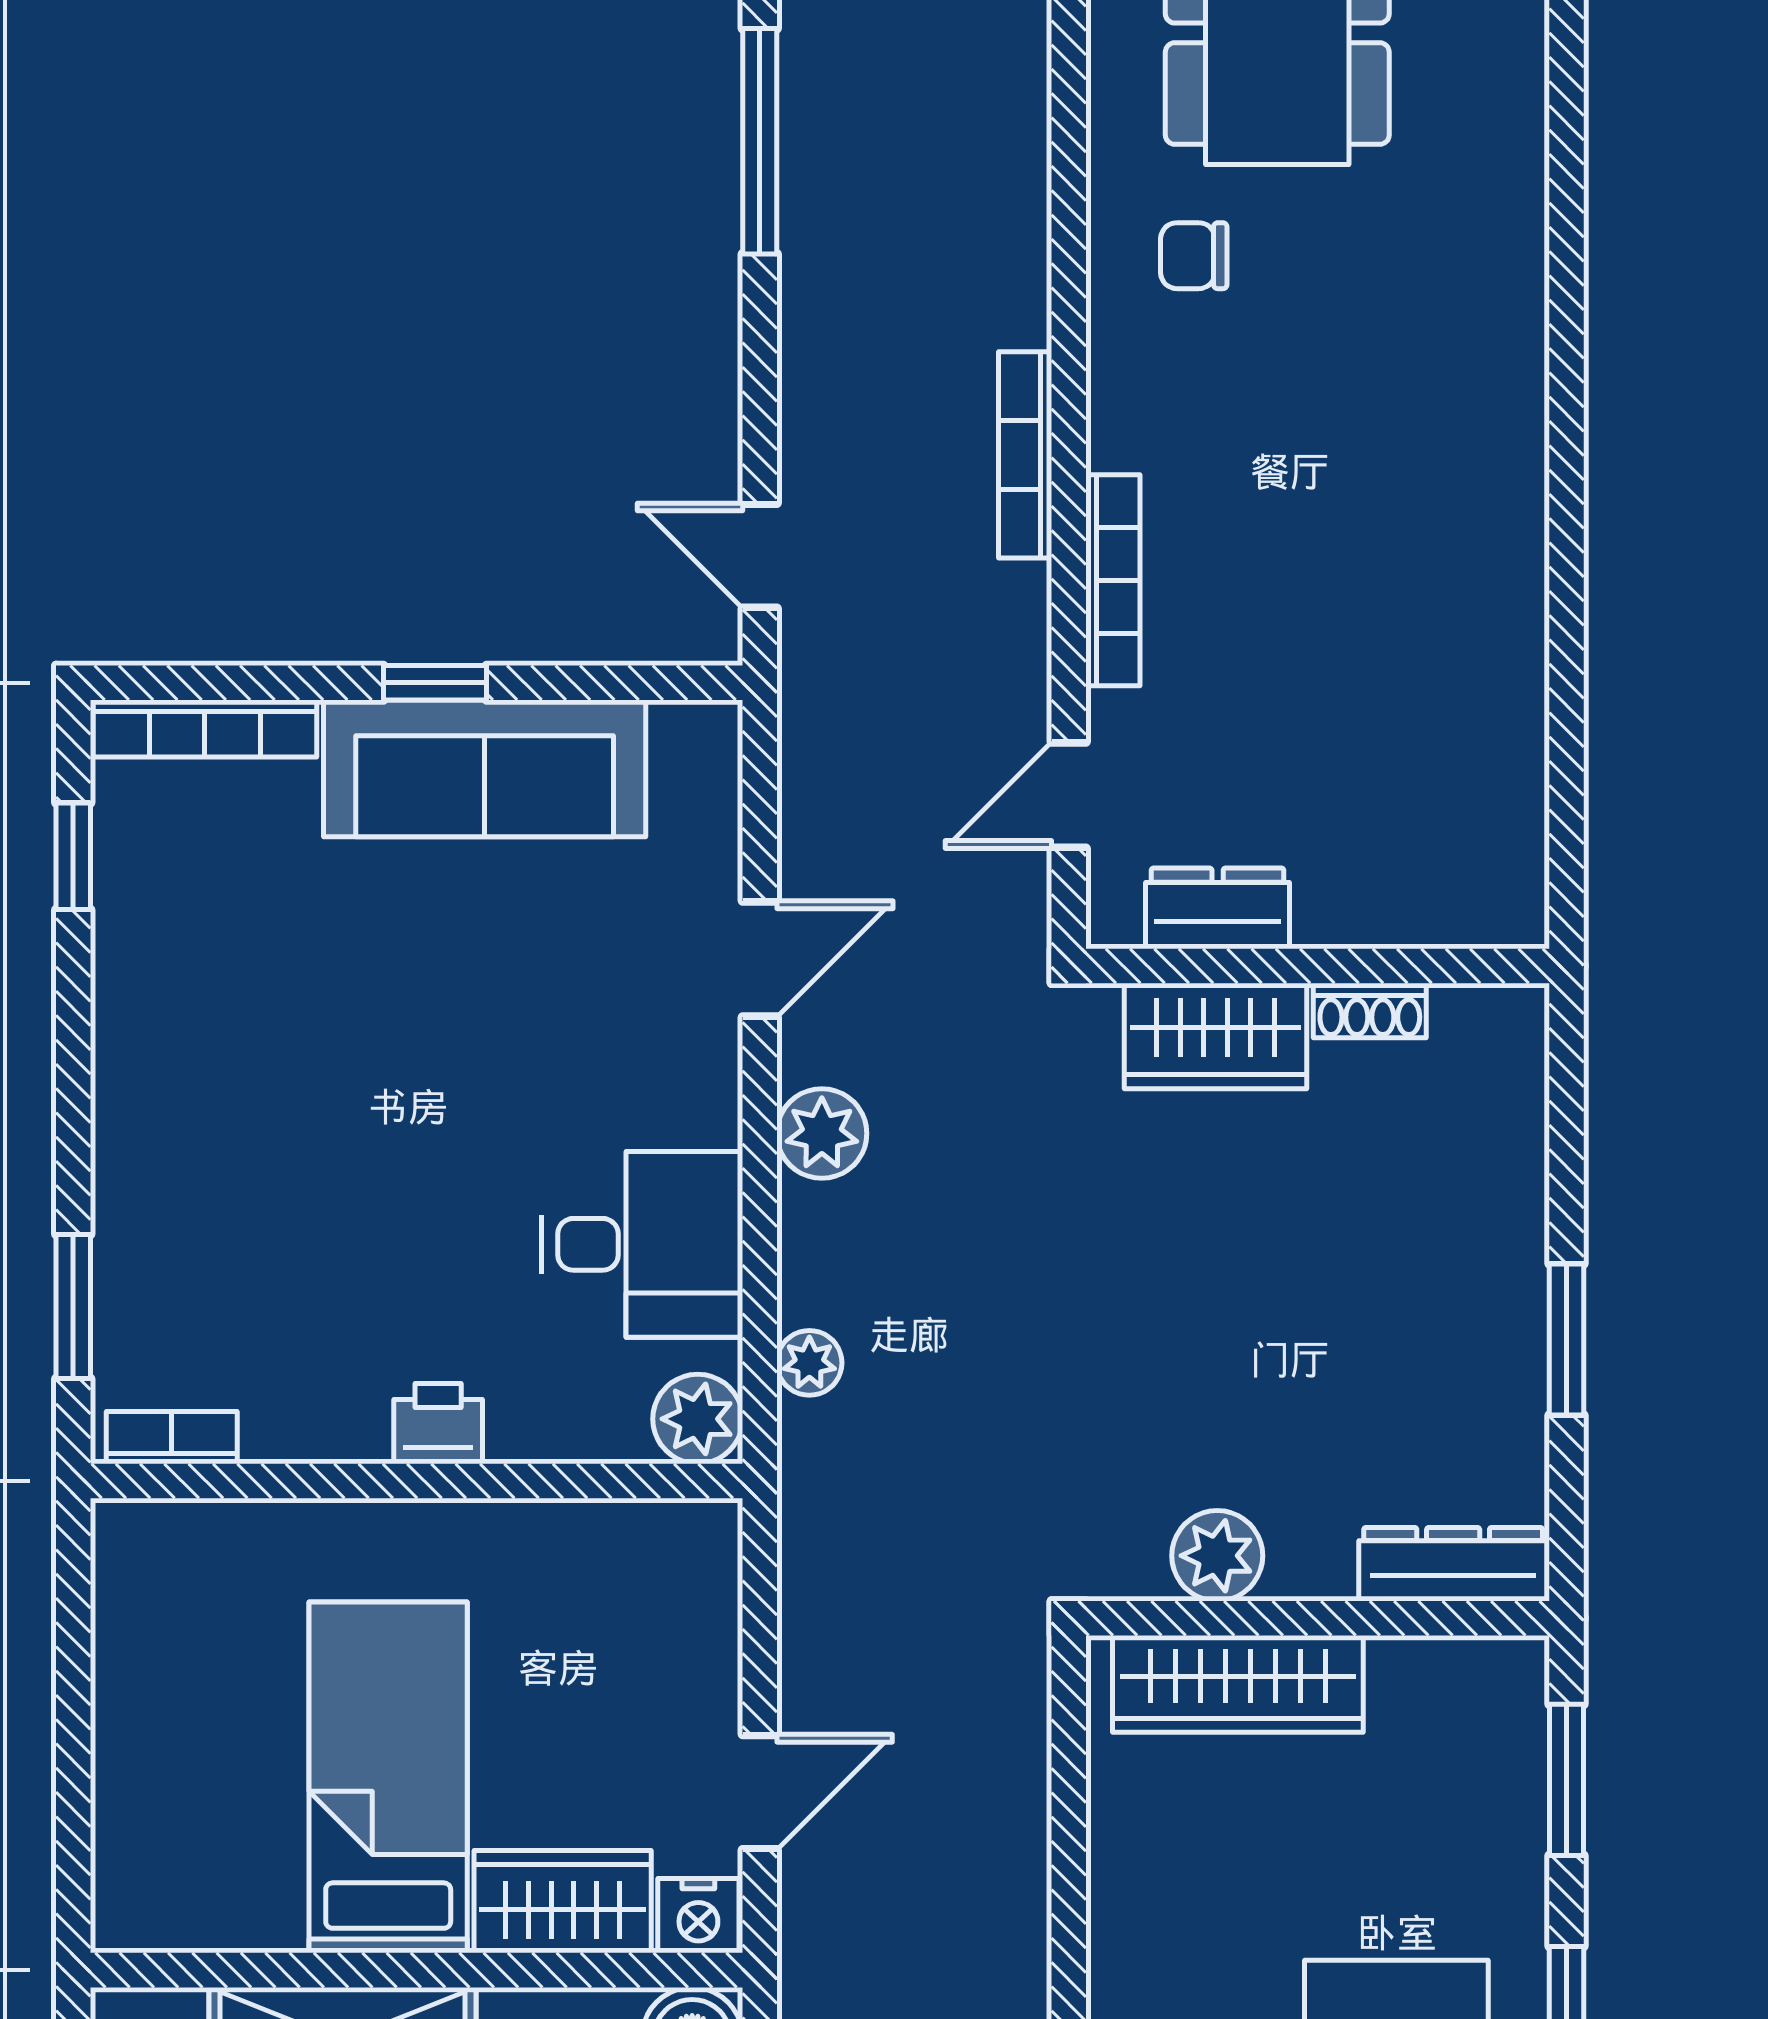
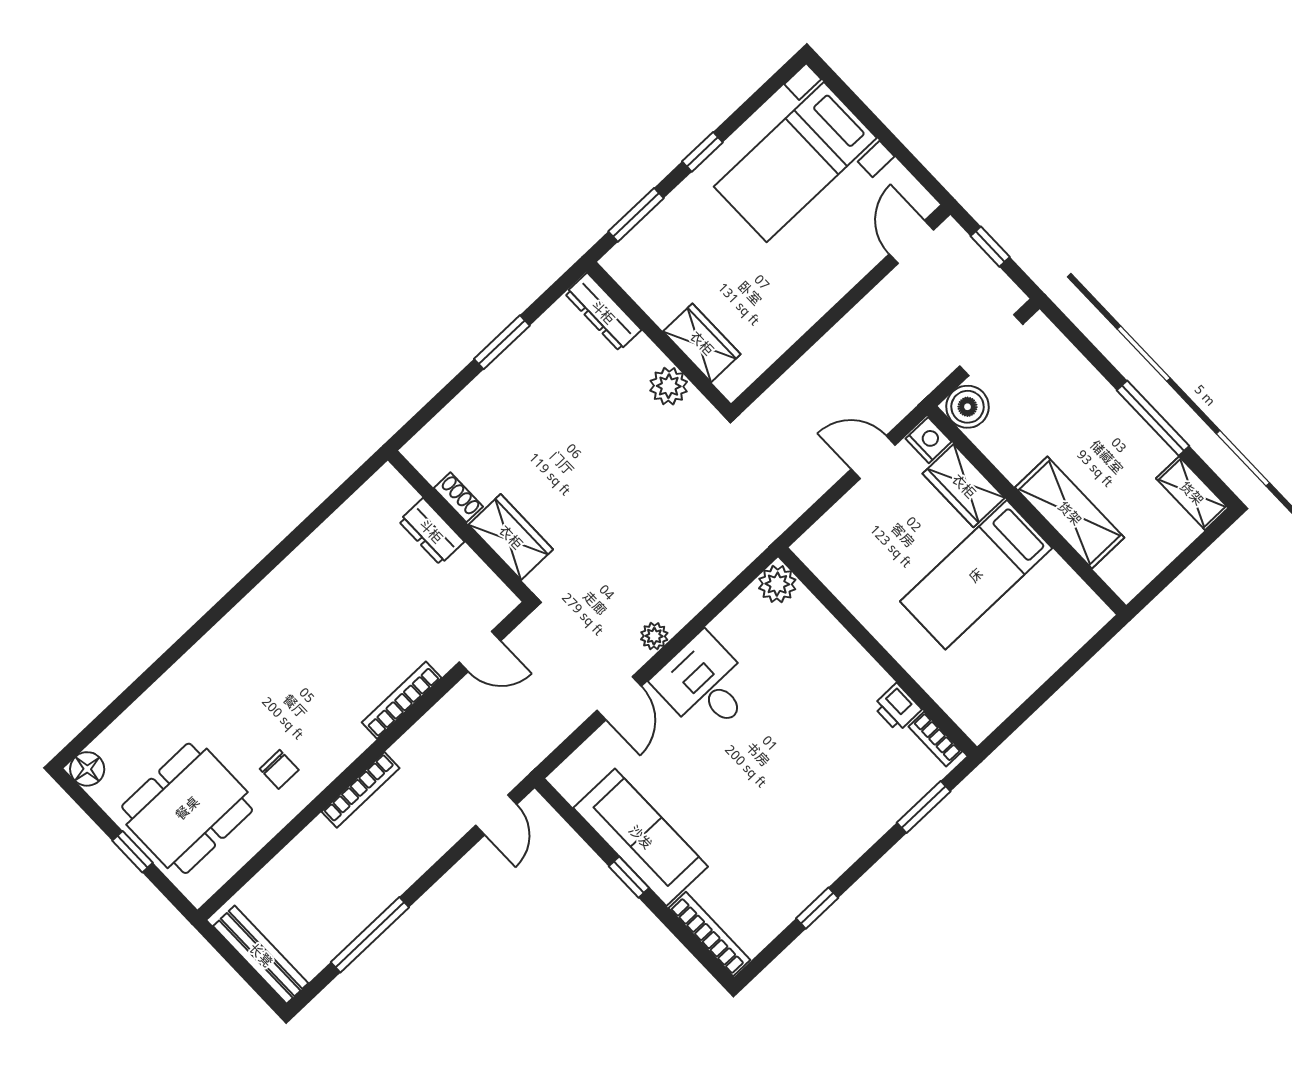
bookcase: (1025, 455) -> (361, 790), moved
window: (73, 856) -> (817, 908), moved
dresser: (1218, 908) -> (431, 531), moved
door: (760, 959) -> (619, 698), swing flipped
plant: (822, 1133) -> (654, 636), width x0.73, depth x0.73
desk: (642, 1244) -> (705, 685), moved
plant: (809, 1363) -> (728, 566), removed
printer: (438, 1424) -> (897, 708), moved
wardrobe: (1238, 1684) -> (702, 343), width x0.67

